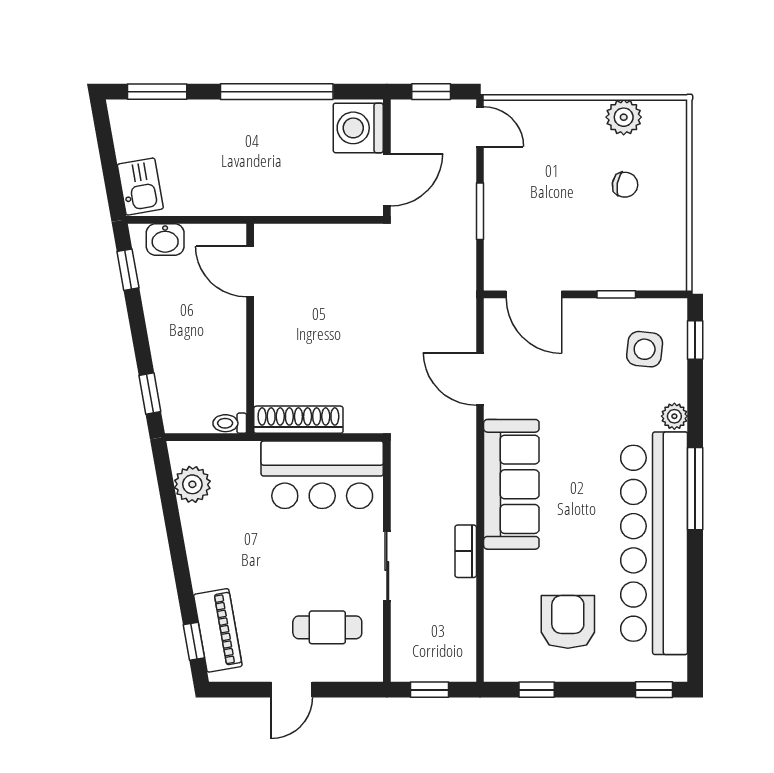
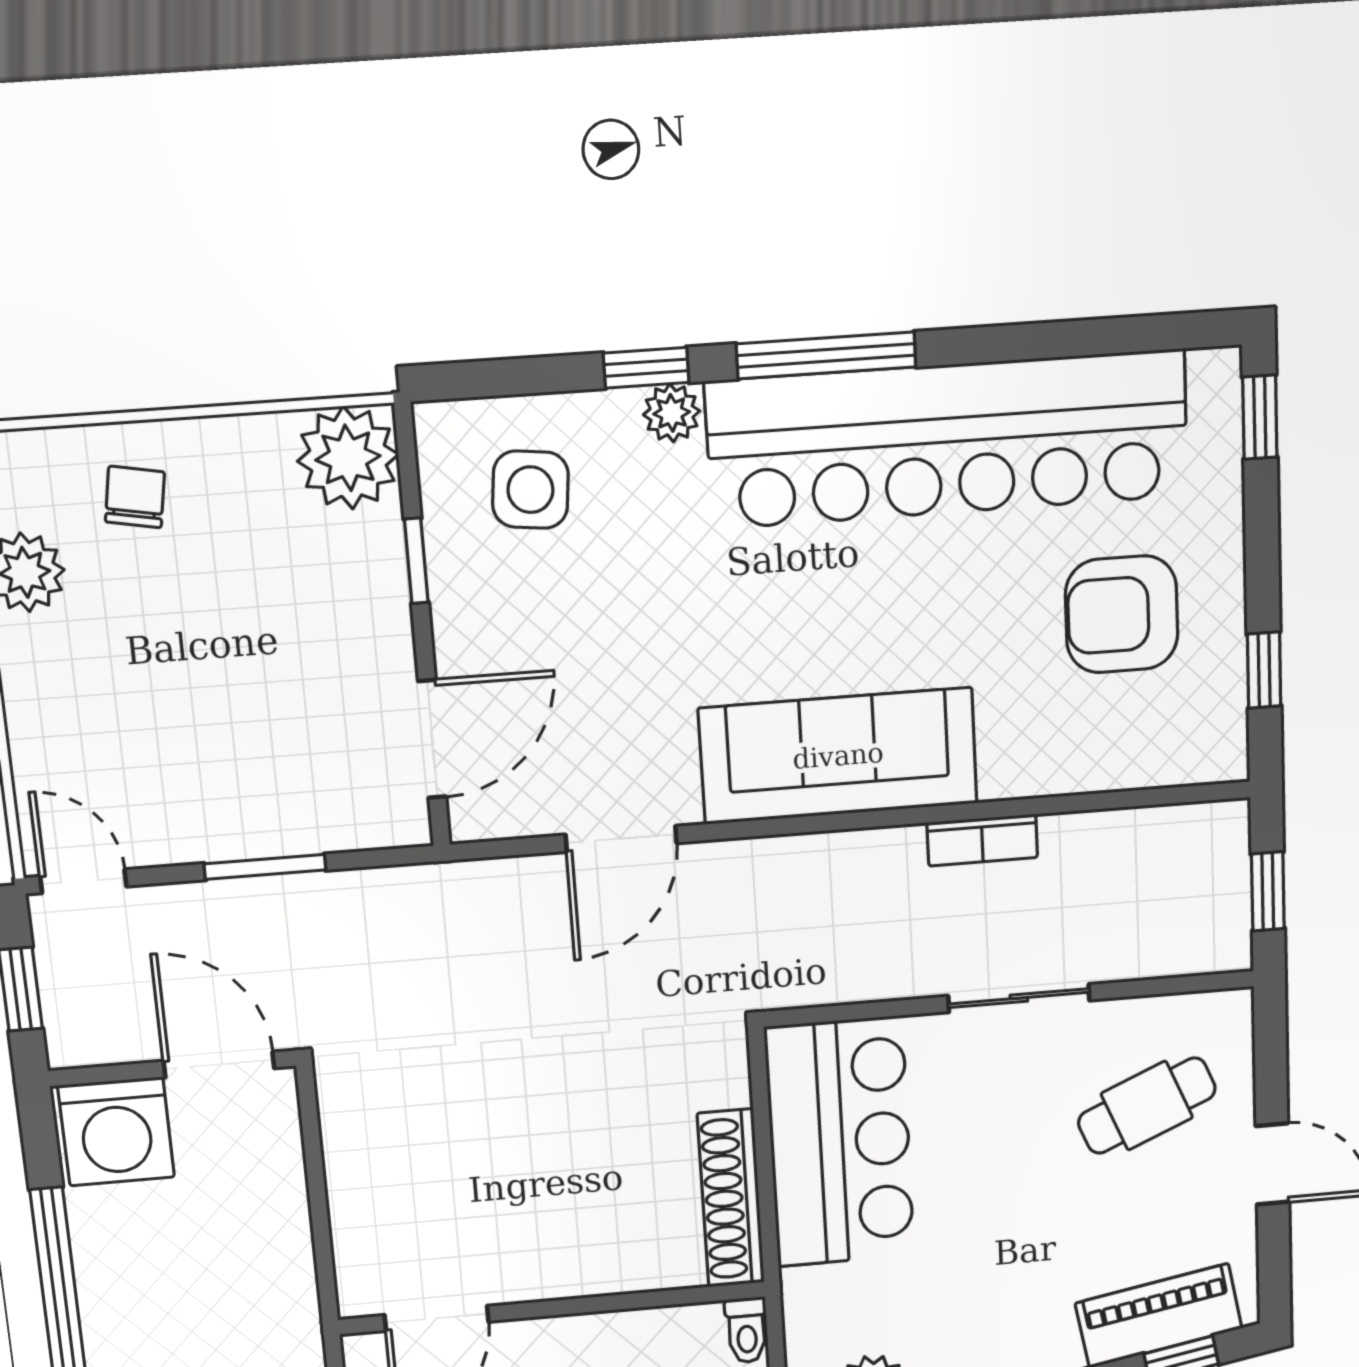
door: (480, 127) -> (83, 881), hinge flipped
chair: (625, 185) -> (135, 497), moved
plant: (664, 268) -> (348, 458), added
window: (695, 340) -> (646, 368), moved
cafe table: (327, 627) -> (1147, 1106), turned 67

